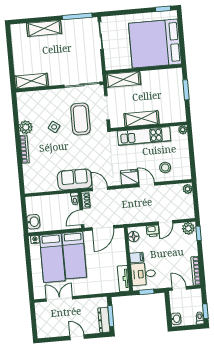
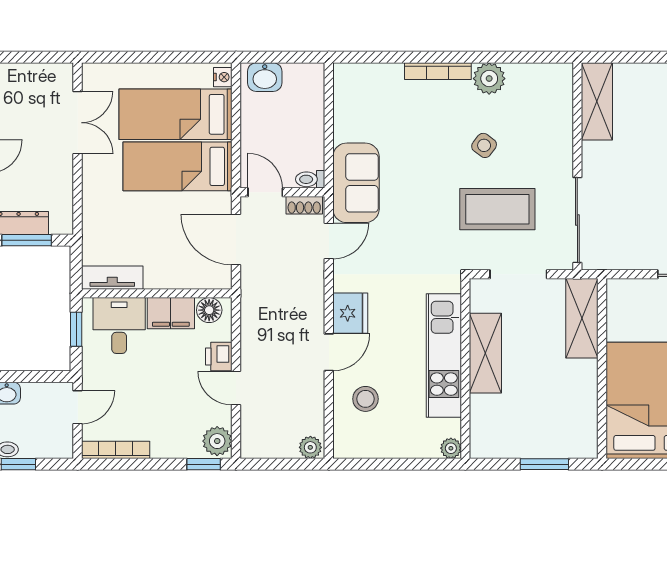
filing cabinet: (137, 258) -> (171, 313), width x2.00

